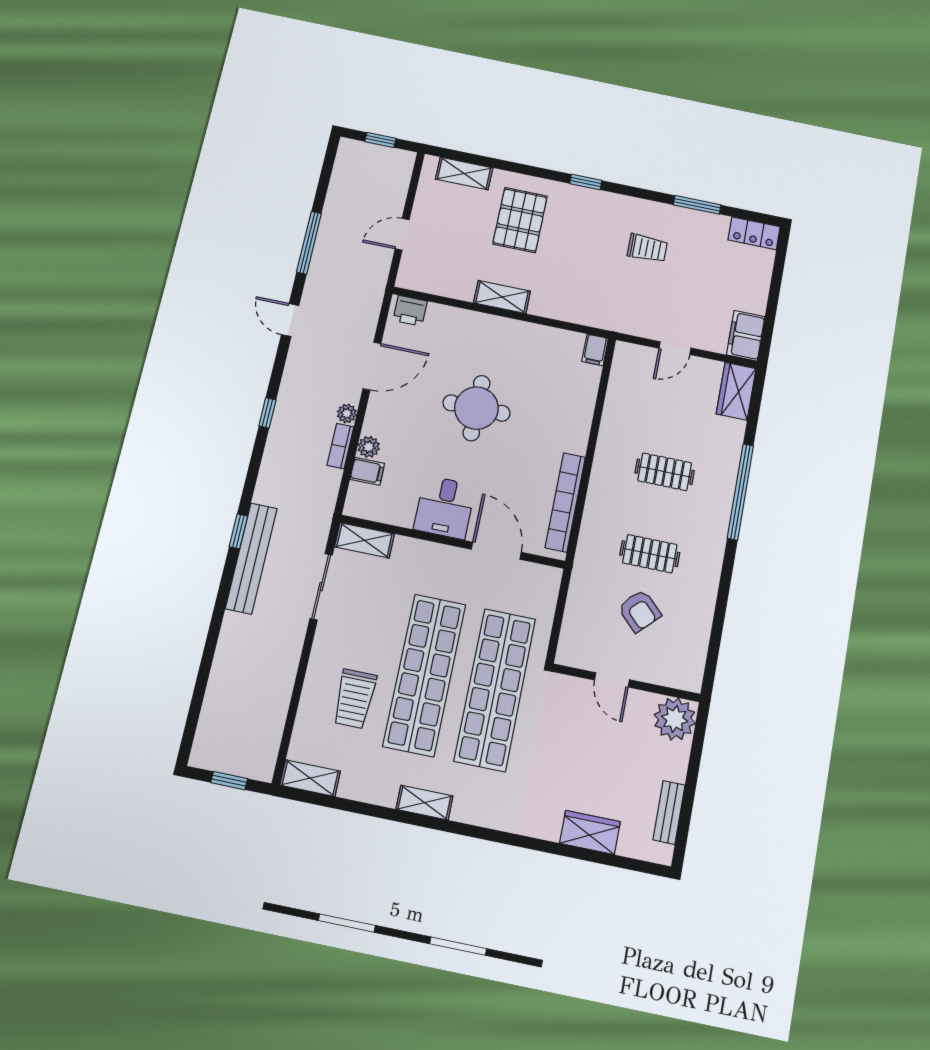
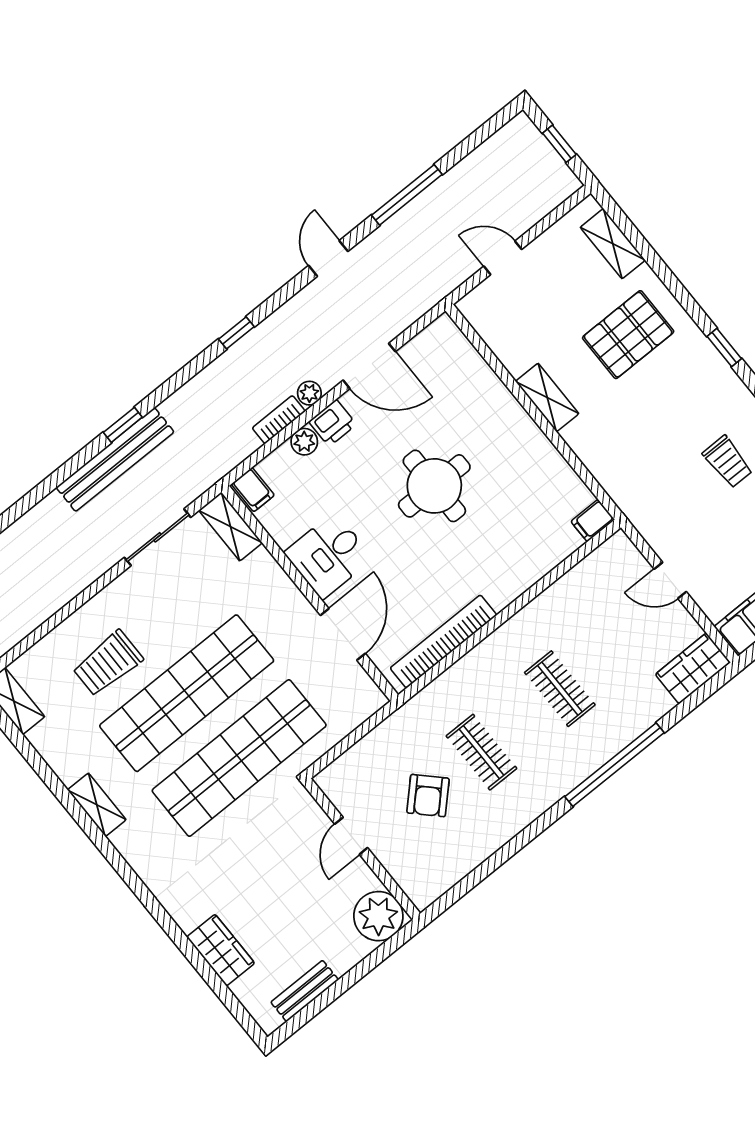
printer: (410, 311) -> (333, 423), moved, turned -90
filing cabinet: (367, 471) -> (253, 490), moved

